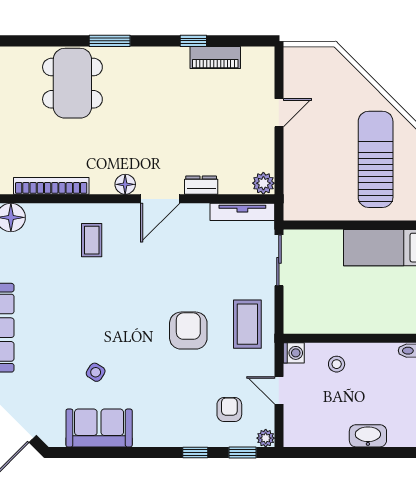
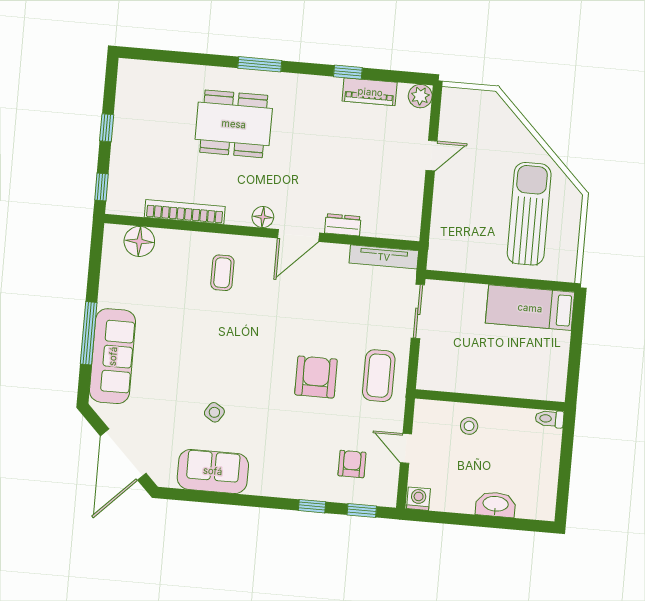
dining table: (72, 83) -> (234, 124), moved, turned 90
plant: (263, 183) -> (420, 96), moved
washing machine: (294, 353) -> (418, 499), moved, turned -90
plant: (266, 438) -> (387, 497), removed

